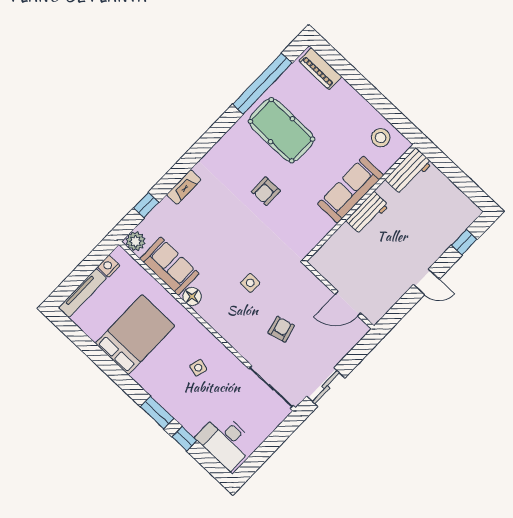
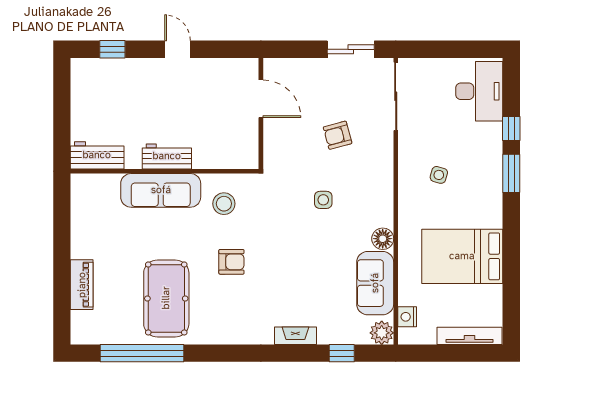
piano: (320, 69) -> (82, 285), moved
stool: (381, 138) -> (224, 204), moved
nightstand: (109, 266) -> (407, 317), moved, turned 90

